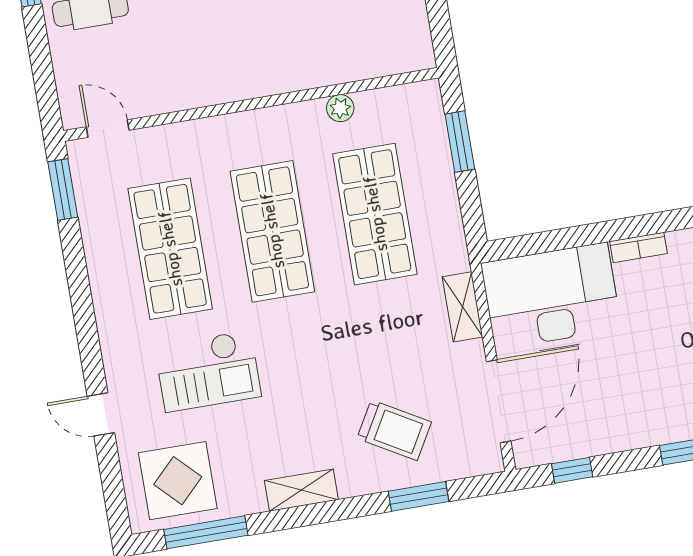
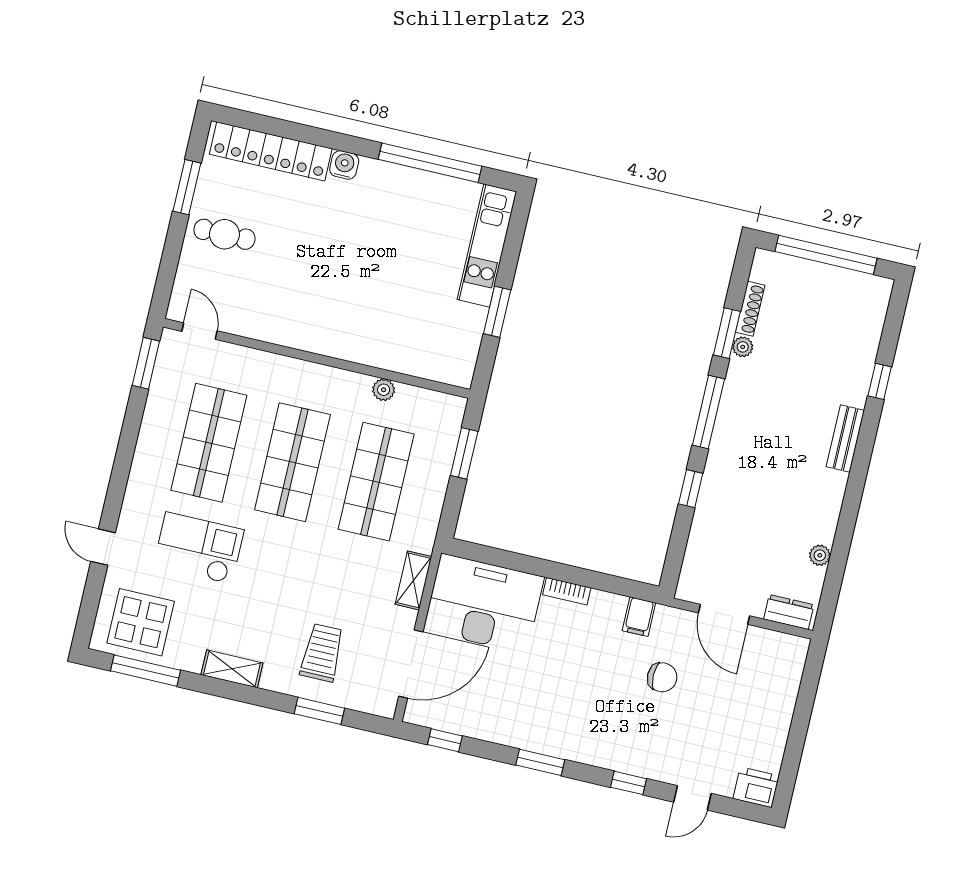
checkout: (208, 371) -> (199, 548), turned 180
trolley: (394, 430) -> (322, 653), turned -120

